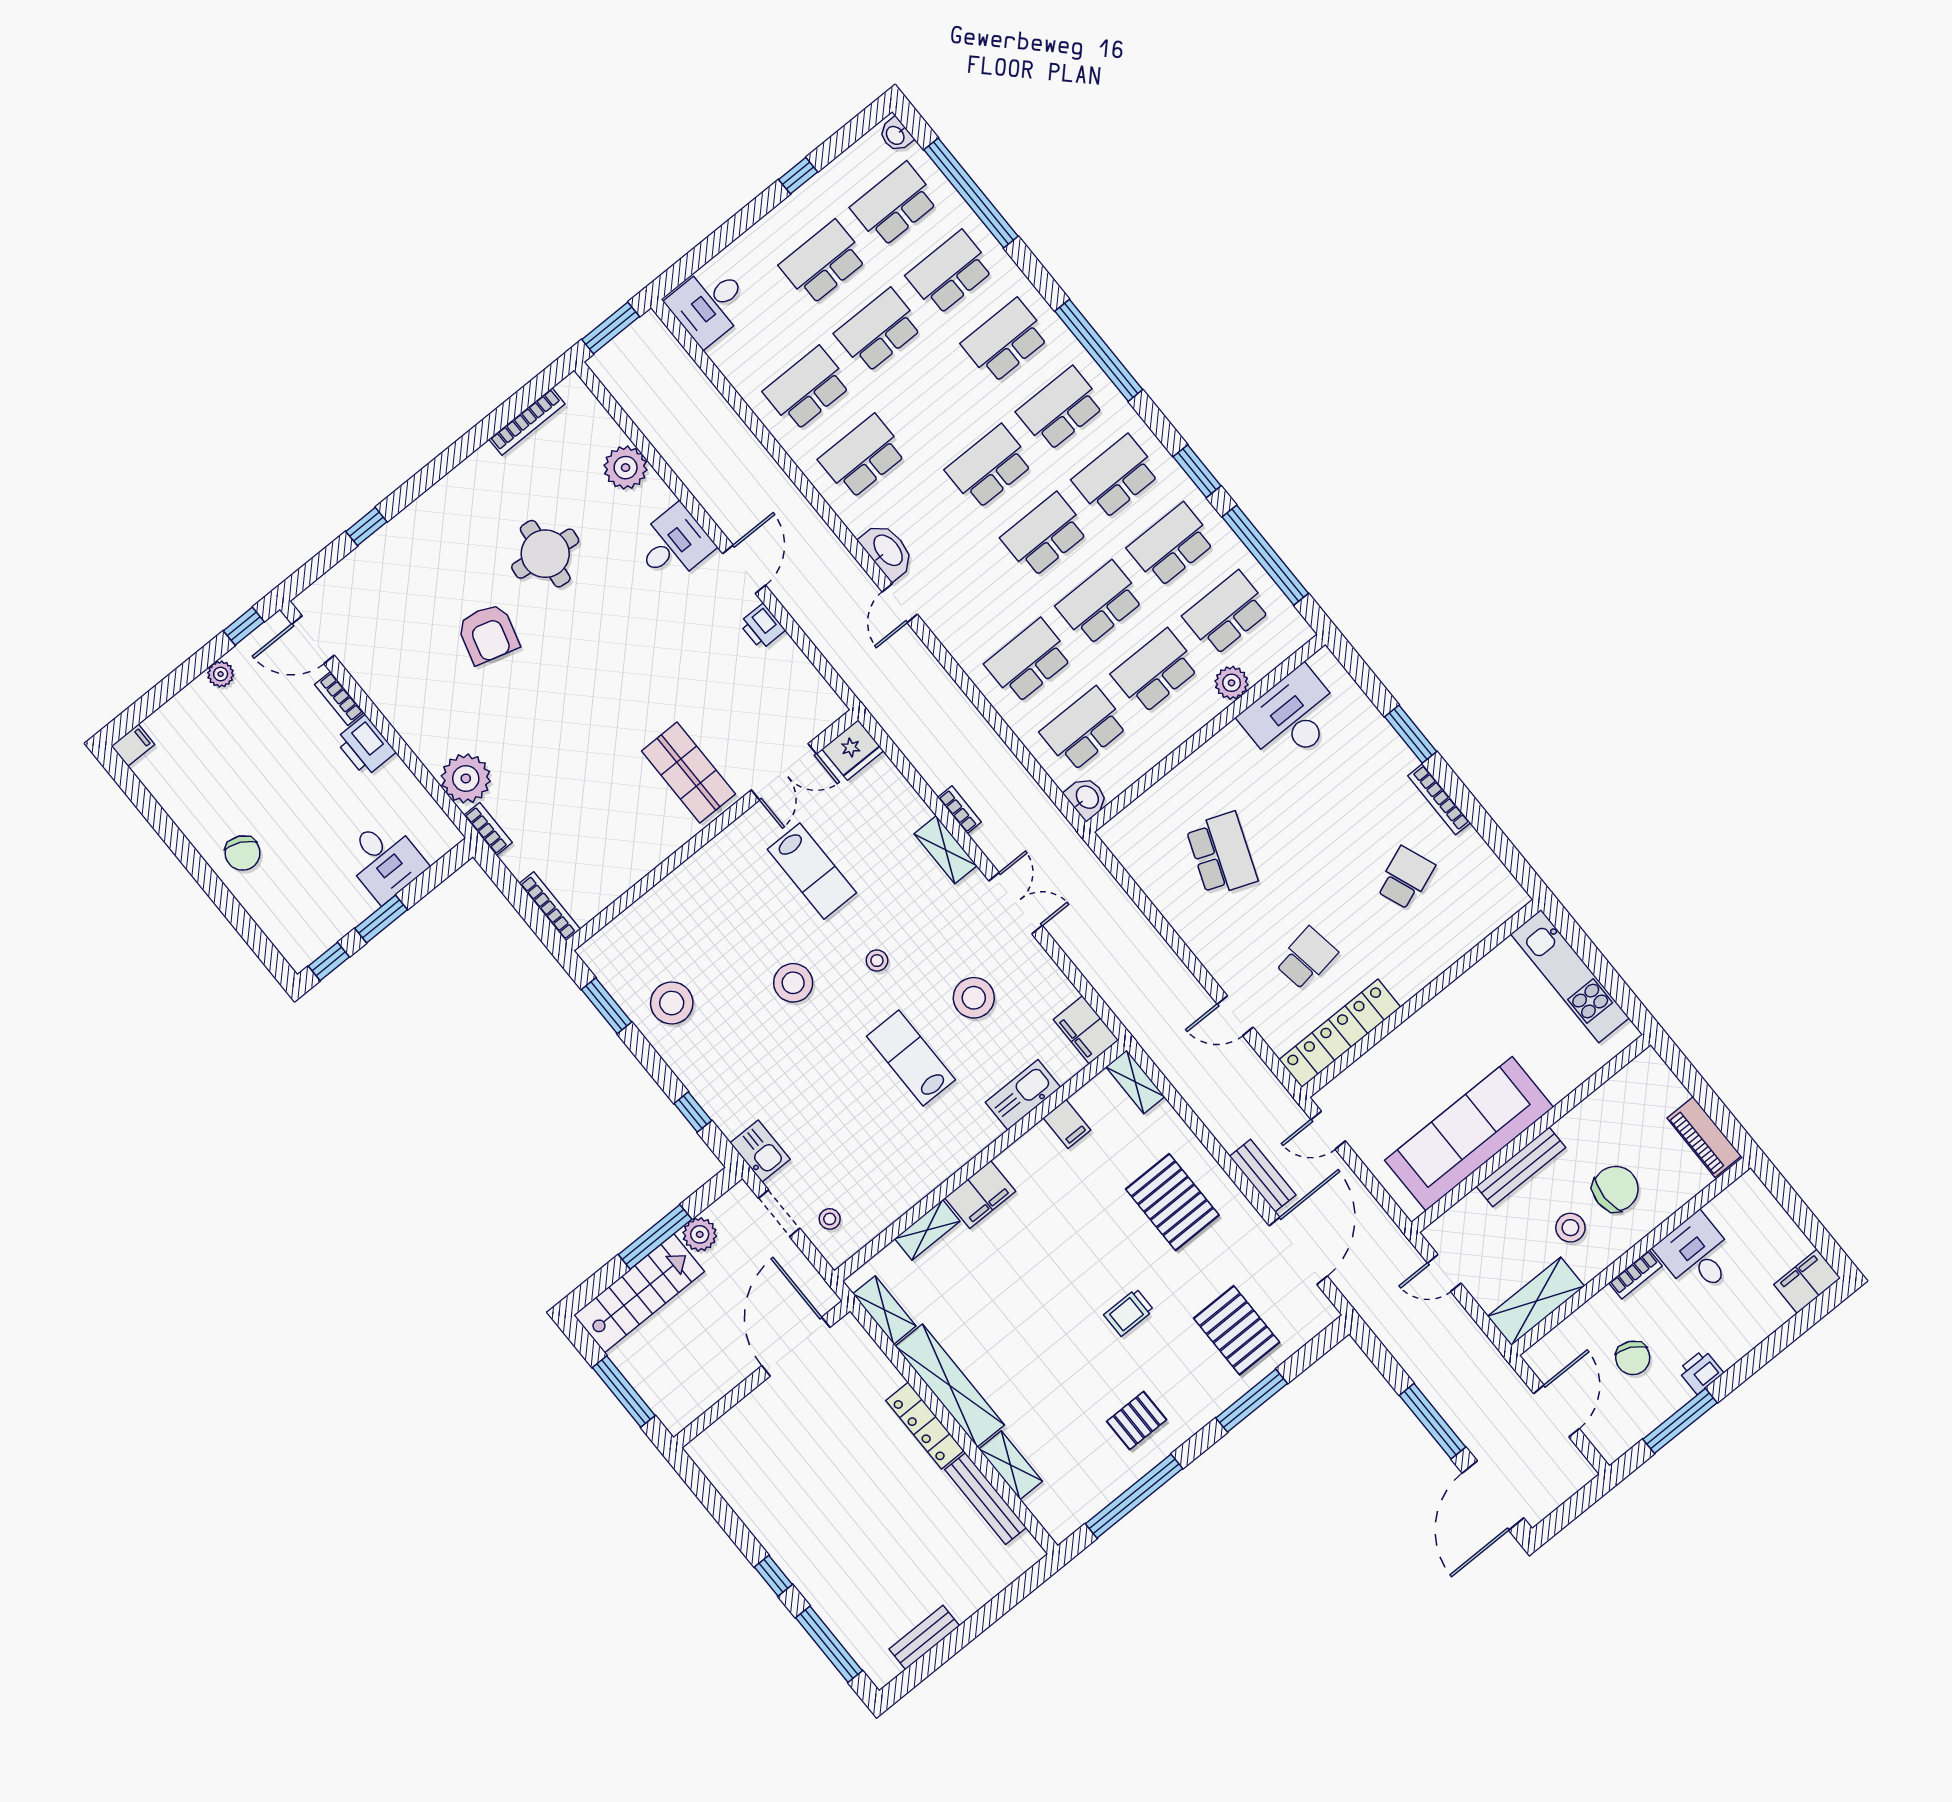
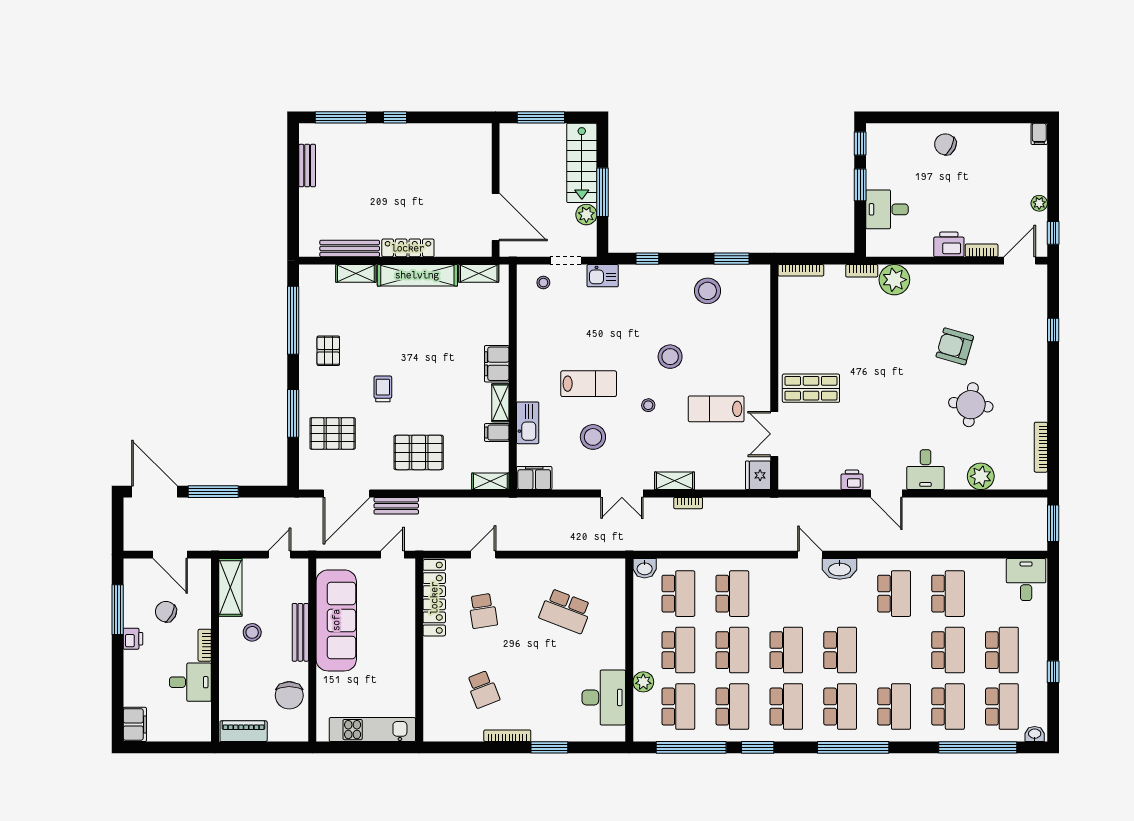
chair: (1616, 1189) -> (289, 695), moved
shelving: (927, 1230) -> (500, 403), moved
door: (1298, 1251) -> (347, 494), hinge flipped

